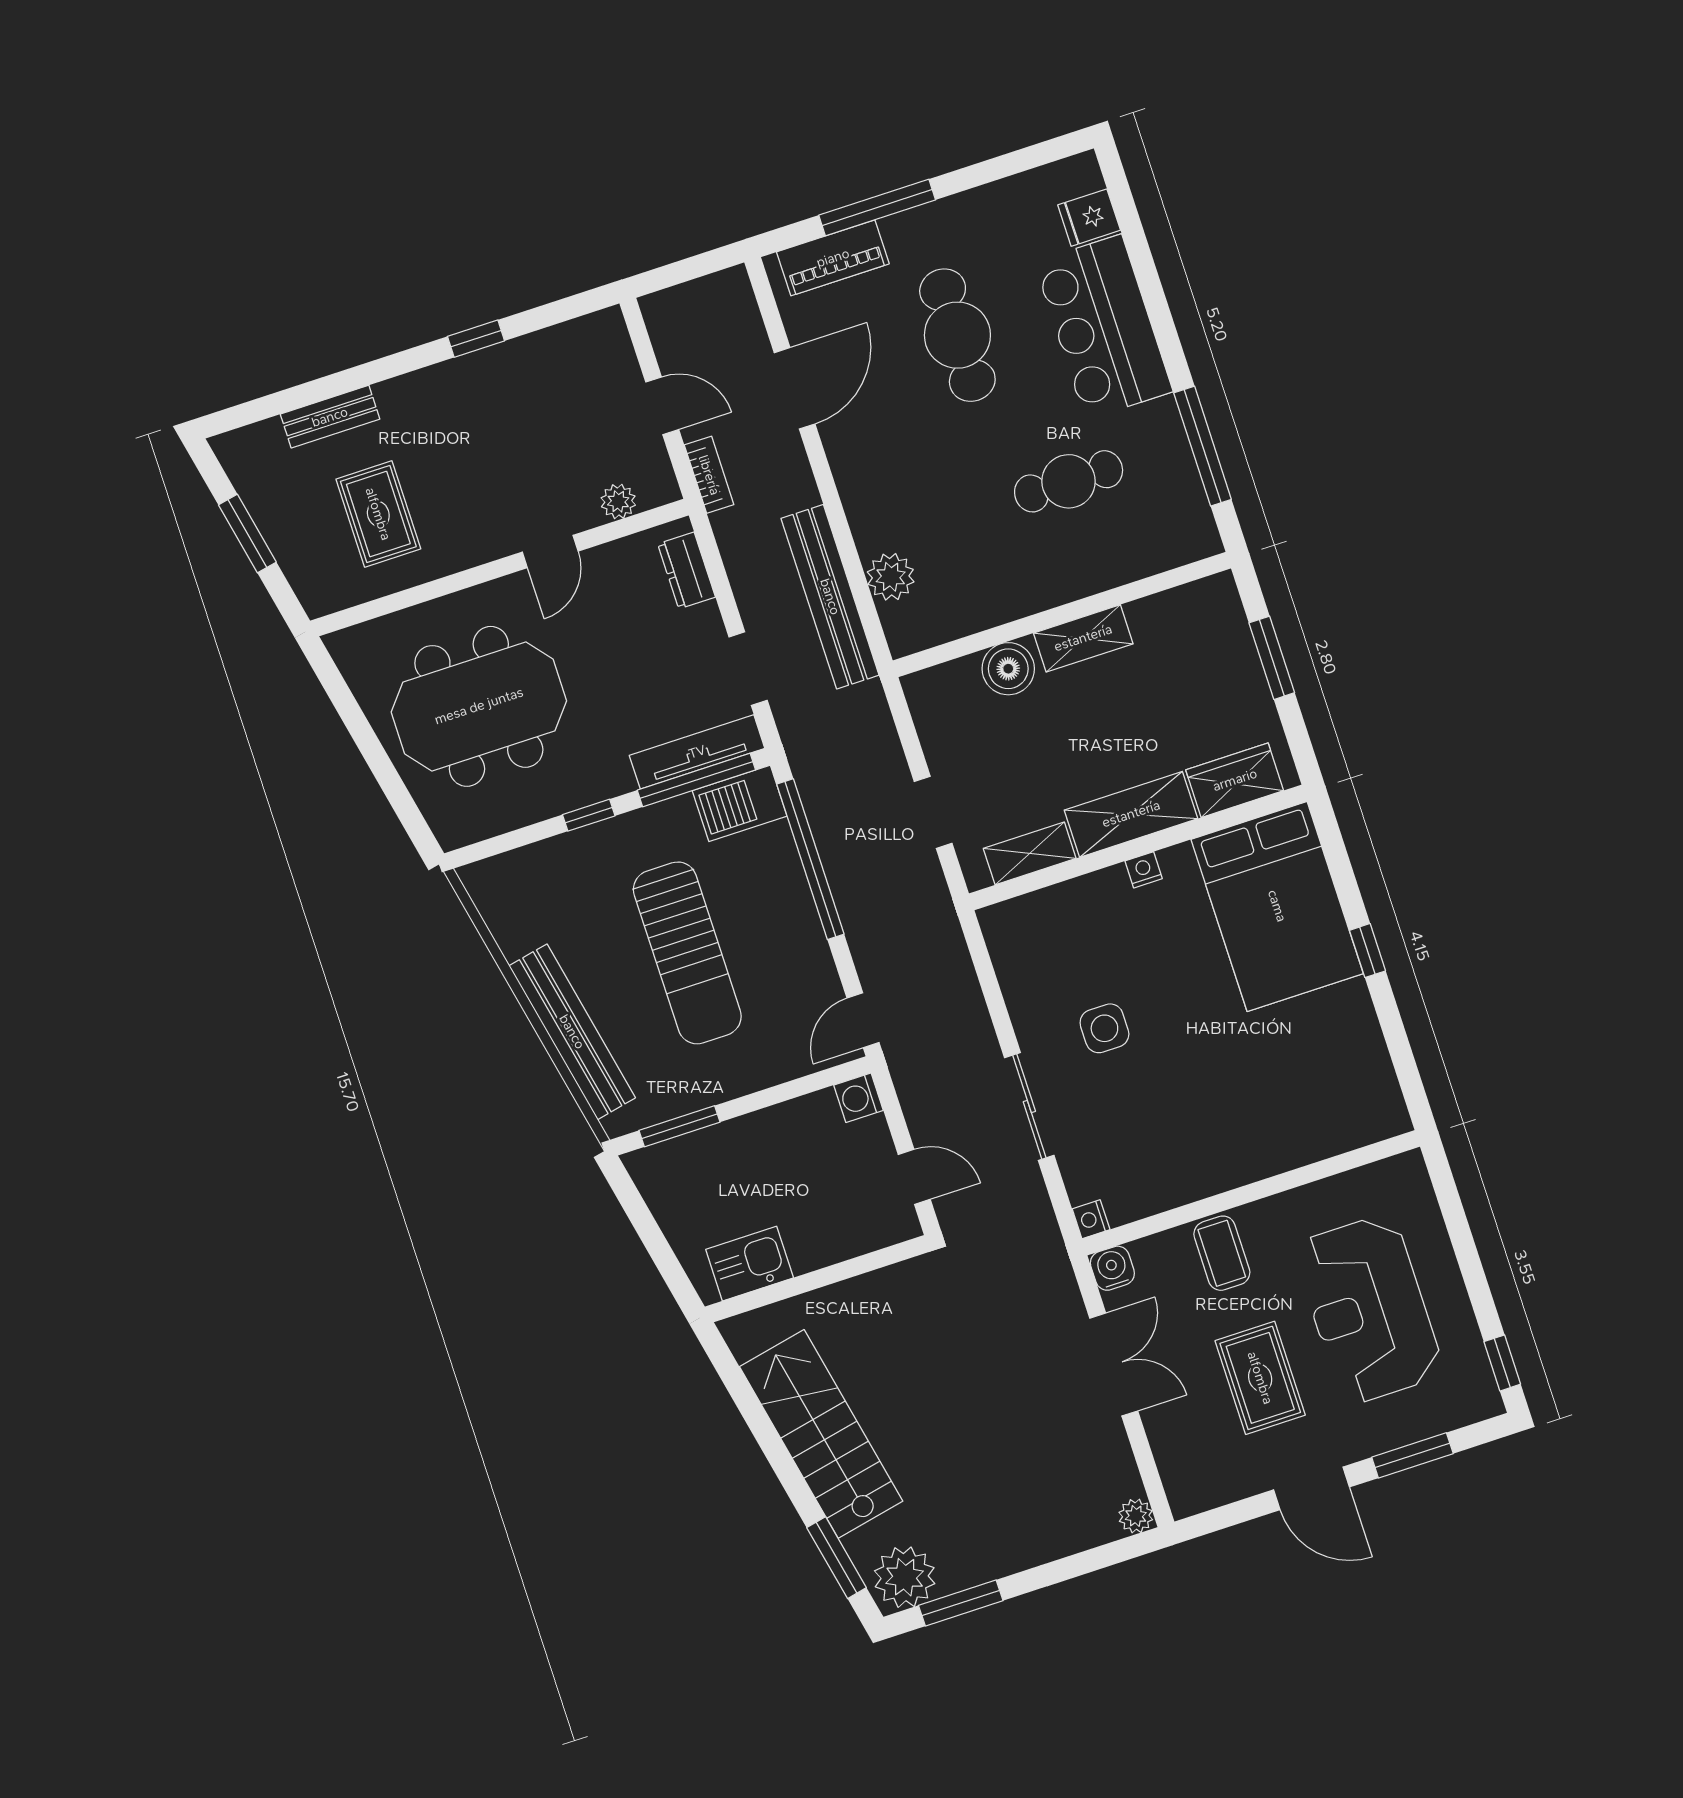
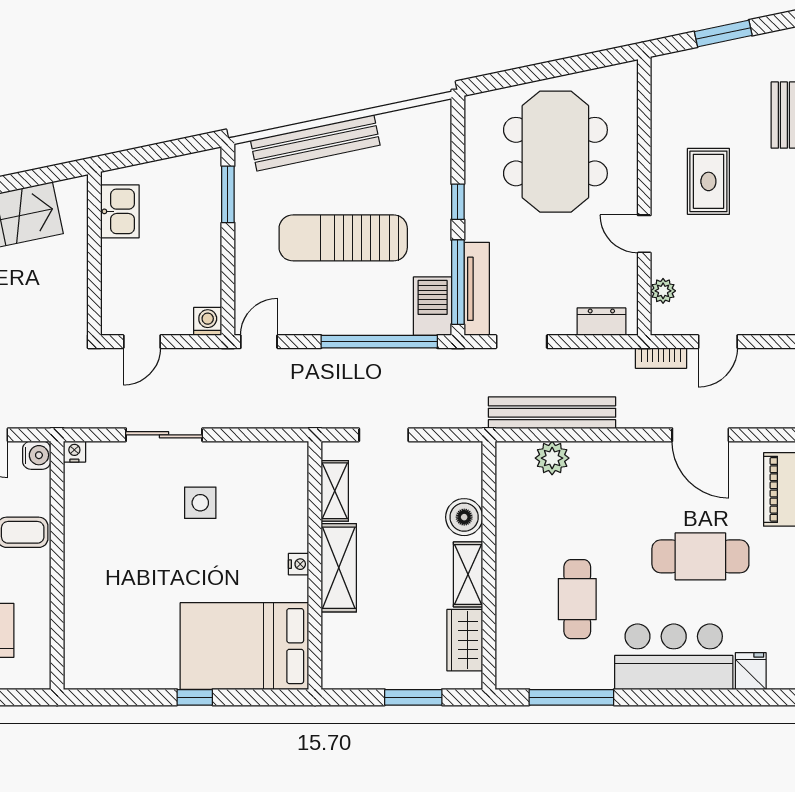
rug: (378, 514) -> (708, 181), moved, turned 90
wardrobe: (1235, 780) -> (465, 640), moved, turned 180
door: (863, 1020) -> (259, 342), hinge flipped

